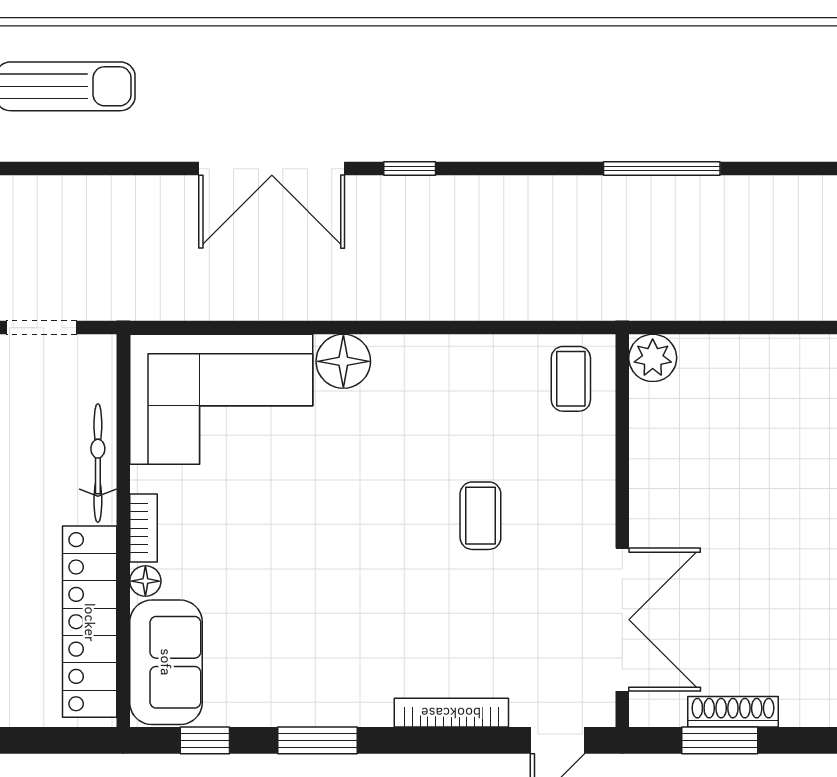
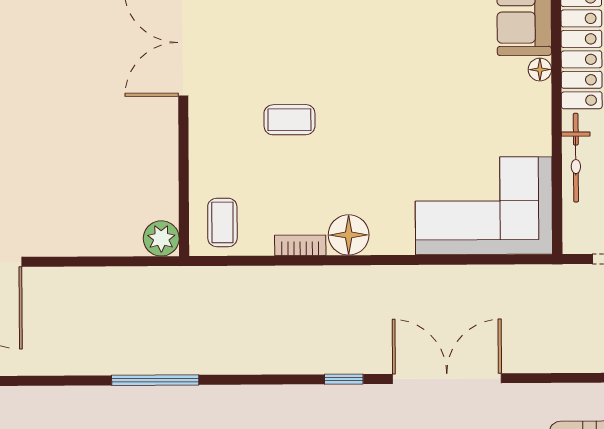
floor lamp: (343, 361) -> (349, 235), moved
coffee table: (480, 516) -> (289, 120), turned 90
bookcase: (144, 528) -> (300, 245), moved, turned 90

